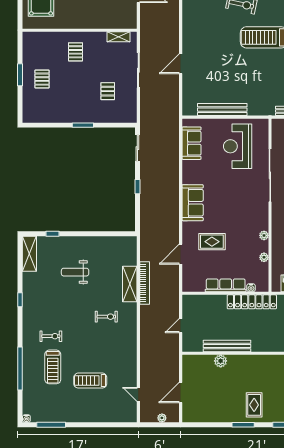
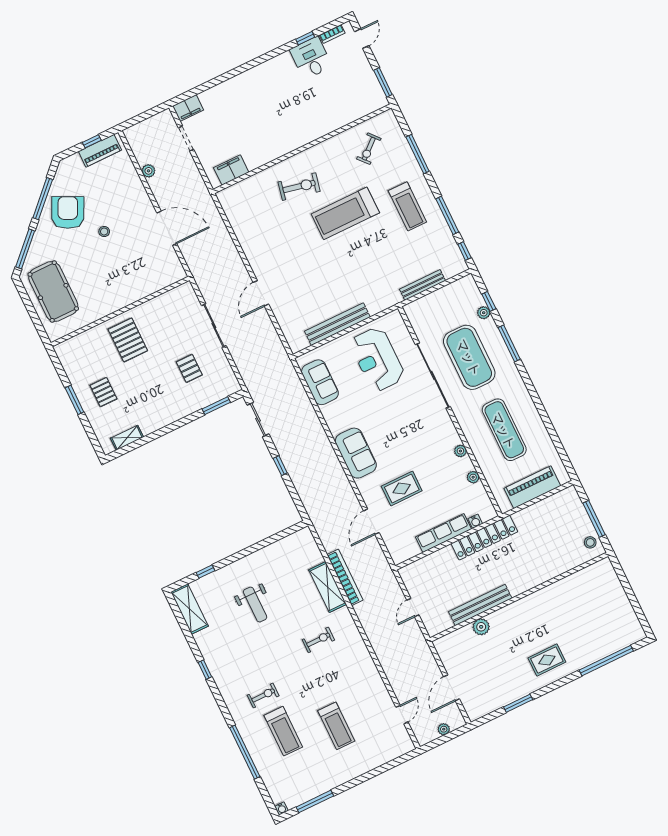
shelving: (118, 37) -> (127, 438), moved
pallet: (76, 52) -> (128, 340), width x1.50, depth x1.42
window: (83, 125) -> (216, 406), moved
weight bench: (75, 272) -> (255, 605), turned -90
treadmill: (90, 381) -> (336, 726), turned -90
door: (138, 394) -> (402, 715), swing flipped
rug: (254, 405) -> (547, 660), turned 90
window: (243, 425) -> (518, 703), moved

